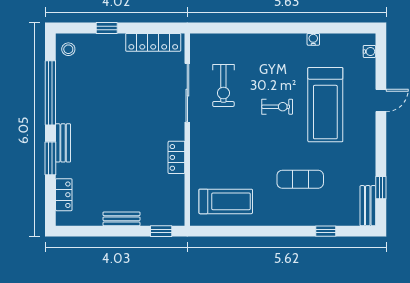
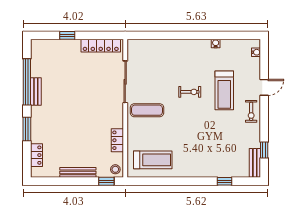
stool: (68, 49) -> (115, 169), moved
exercise bike: (223, 85) -> (251, 111), moved, width x0.73, depth x0.72
treadmill: (325, 105) -> (224, 90), width x0.73, depth x0.73
bench: (63, 143) -> (36, 91), moved
locker: (176, 157) -> (117, 140), moved
exercise mat: (300, 179) -> (147, 110), moved
bench: (121, 219) -> (78, 172), width x1.36

